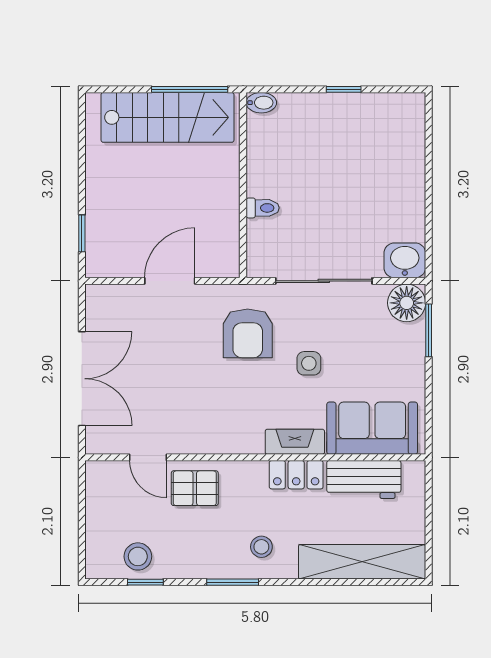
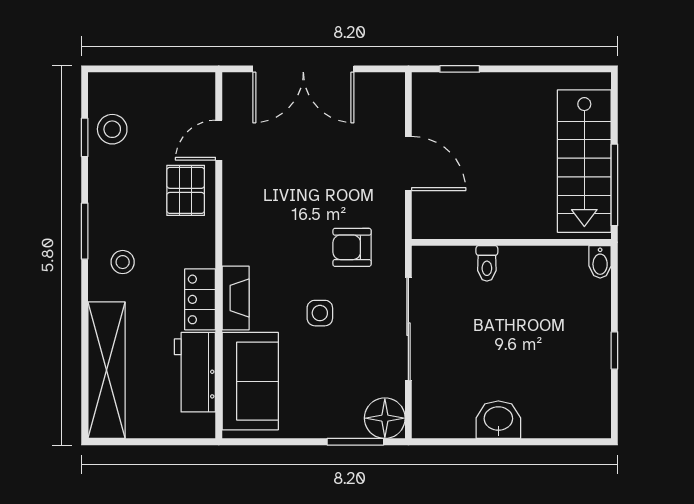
washbasin: (405, 260) -> (498, 420), moved, turned -90
armchair: (248, 333) -> (352, 247), width x0.72, depth x0.72

